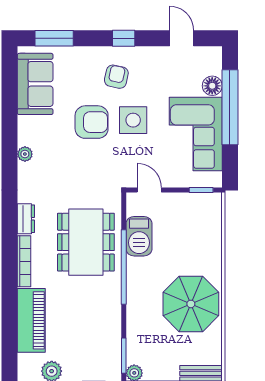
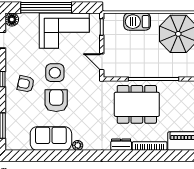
sofa: (35, 84) -> (51, 138), moved
floor lamp: (212, 86) -> (12, 20), moved
door: (149, 190) -> (102, 62), hinge flipped
barbecue: (139, 236) -> (137, 22), moved, turned 180

